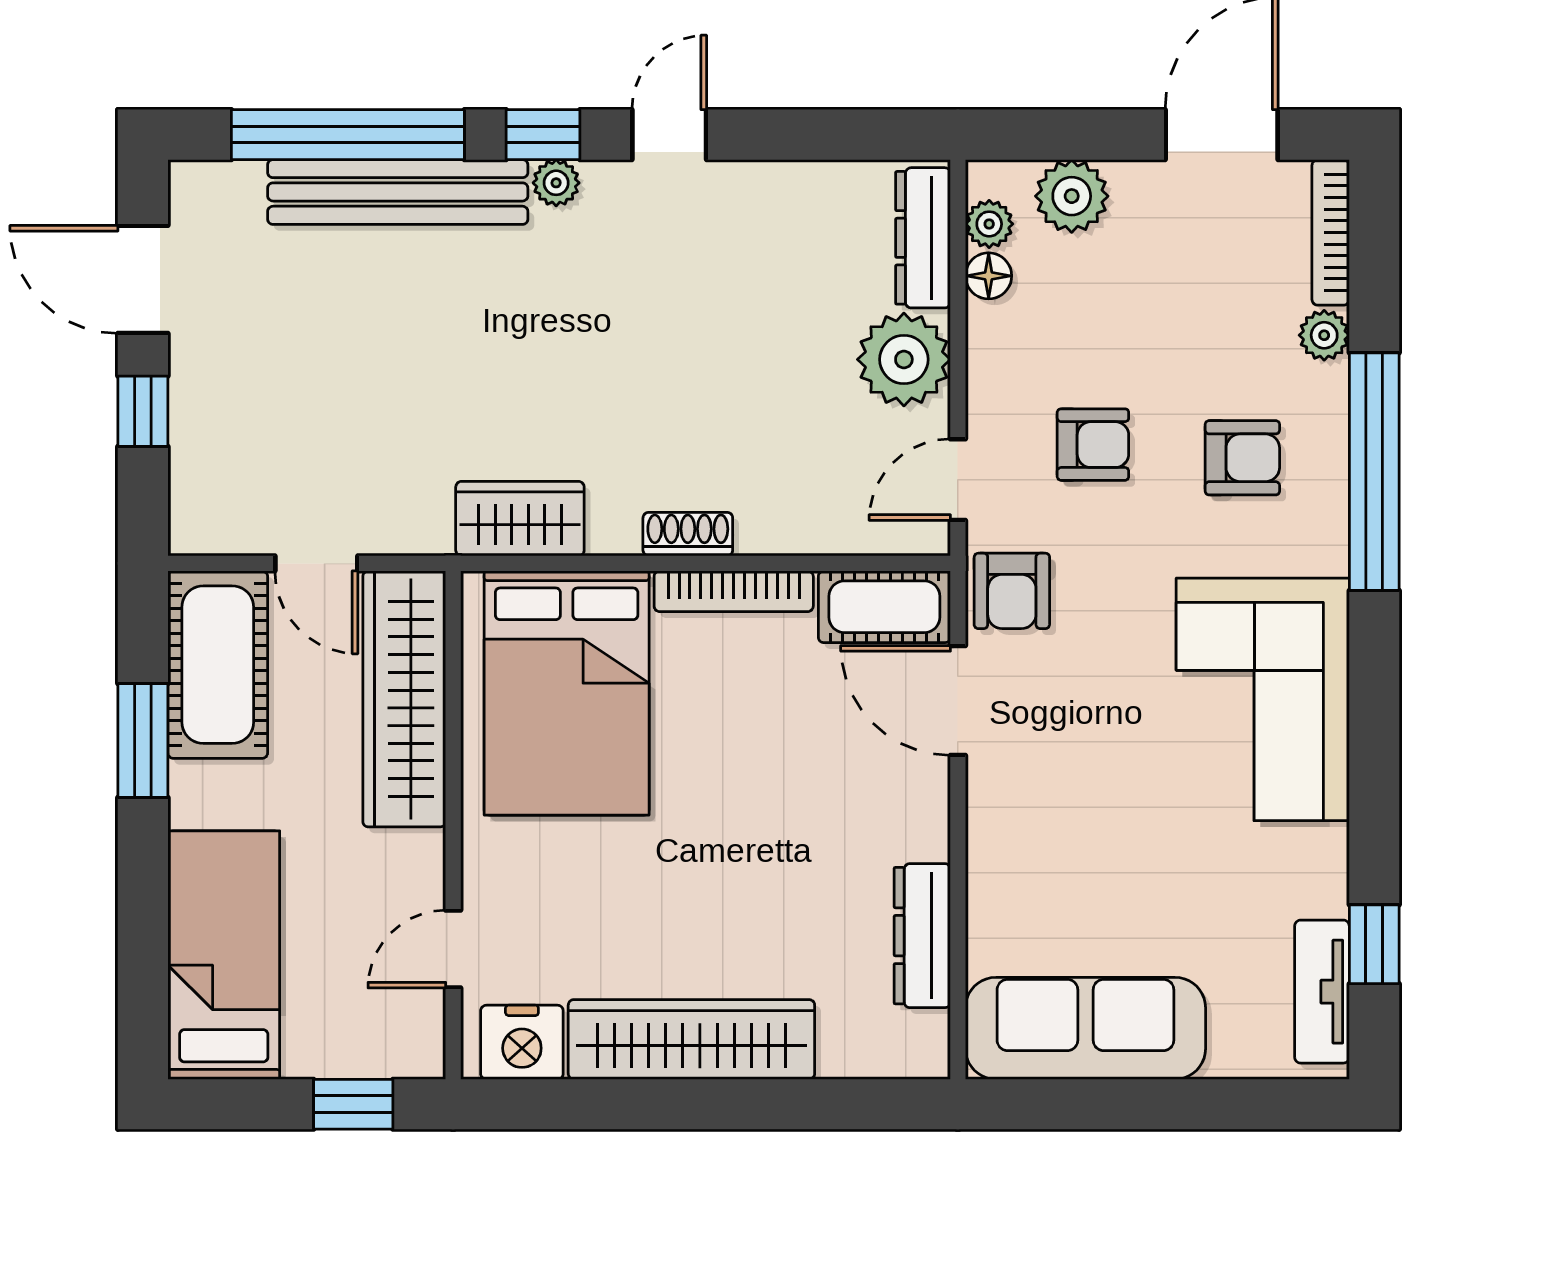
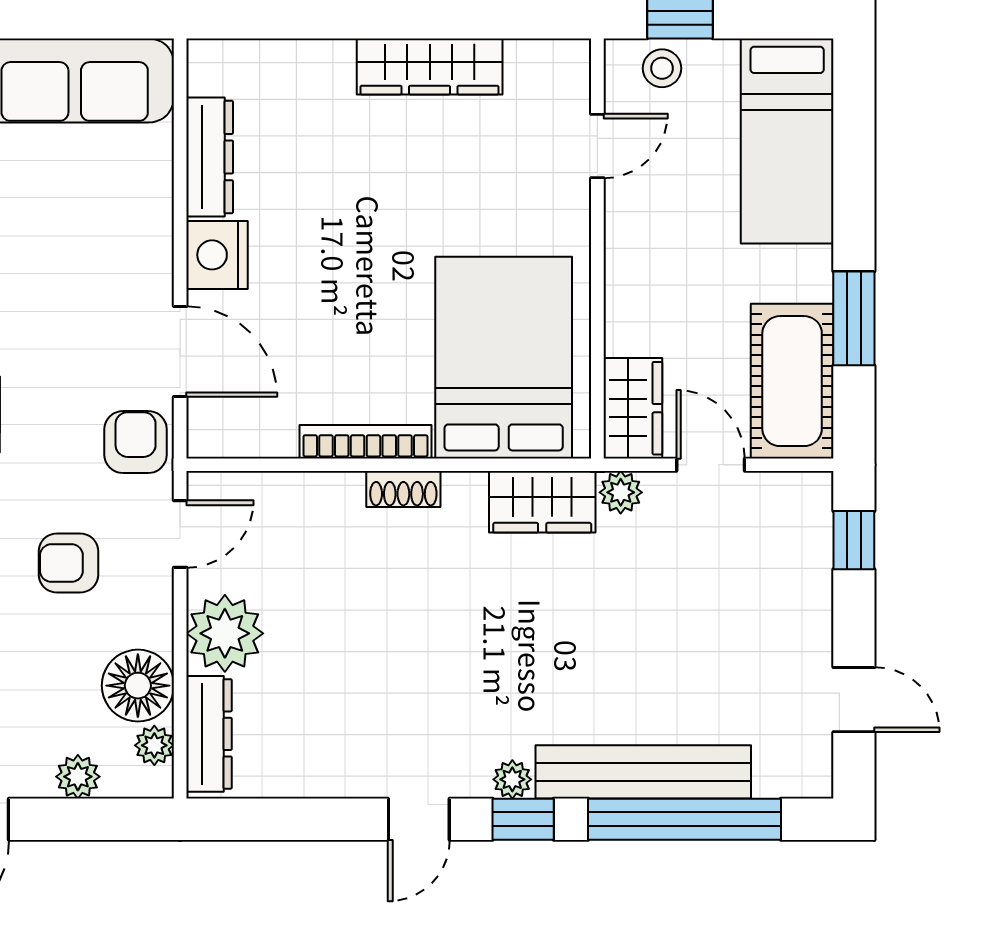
plant: (1072, 196) -> (78, 777), width x0.73, depth x0.73
floor lamp: (989, 276) -> (138, 686), width x1.89, depth x1.89
door: (143, 279) -> (854, 700), width x0.73
window: (143, 411) -> (854, 540), moved
plant: (425, 530) -> (621, 492), added
cot: (884, 607) -> (241, 429), removed
wardrobe: (404, 699) -> (633, 408), width x0.48, depth x0.85
wardrobe: (691, 1039) -> (430, 66), width x0.71, depth x0.85
nightstand: (522, 1042) -> (217, 255), moved, turned -90
stool: (375, 1043) -> (662, 68), added

